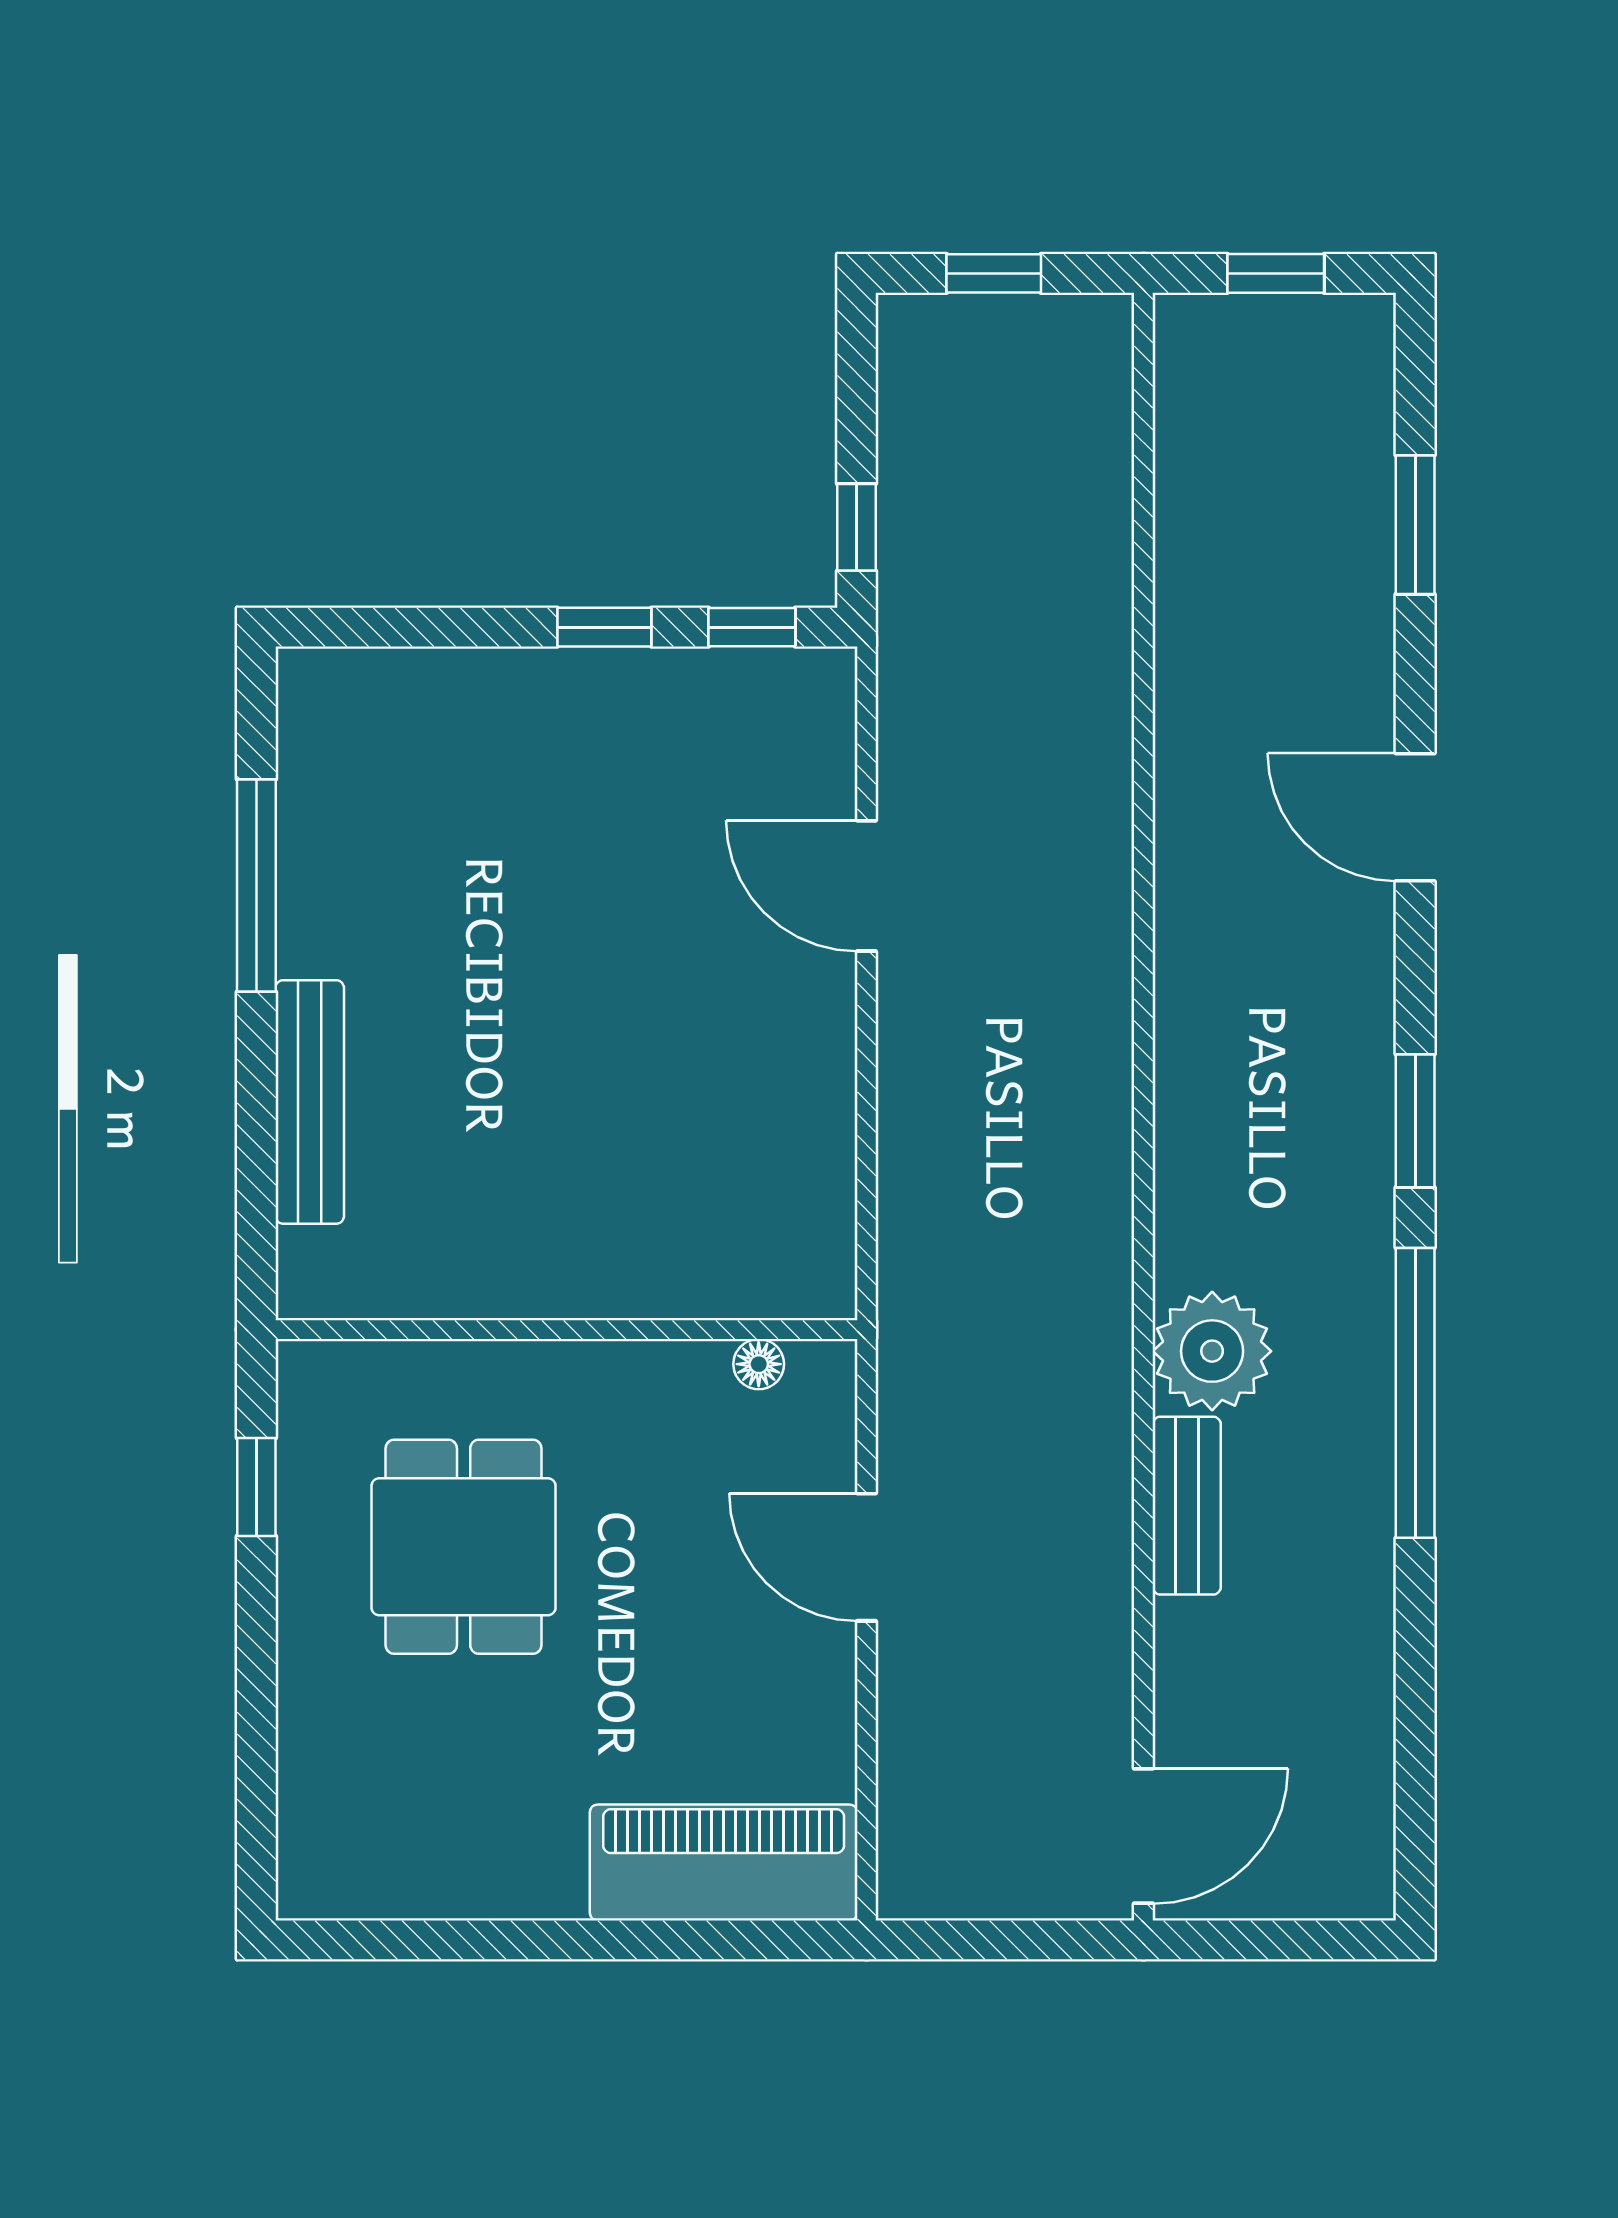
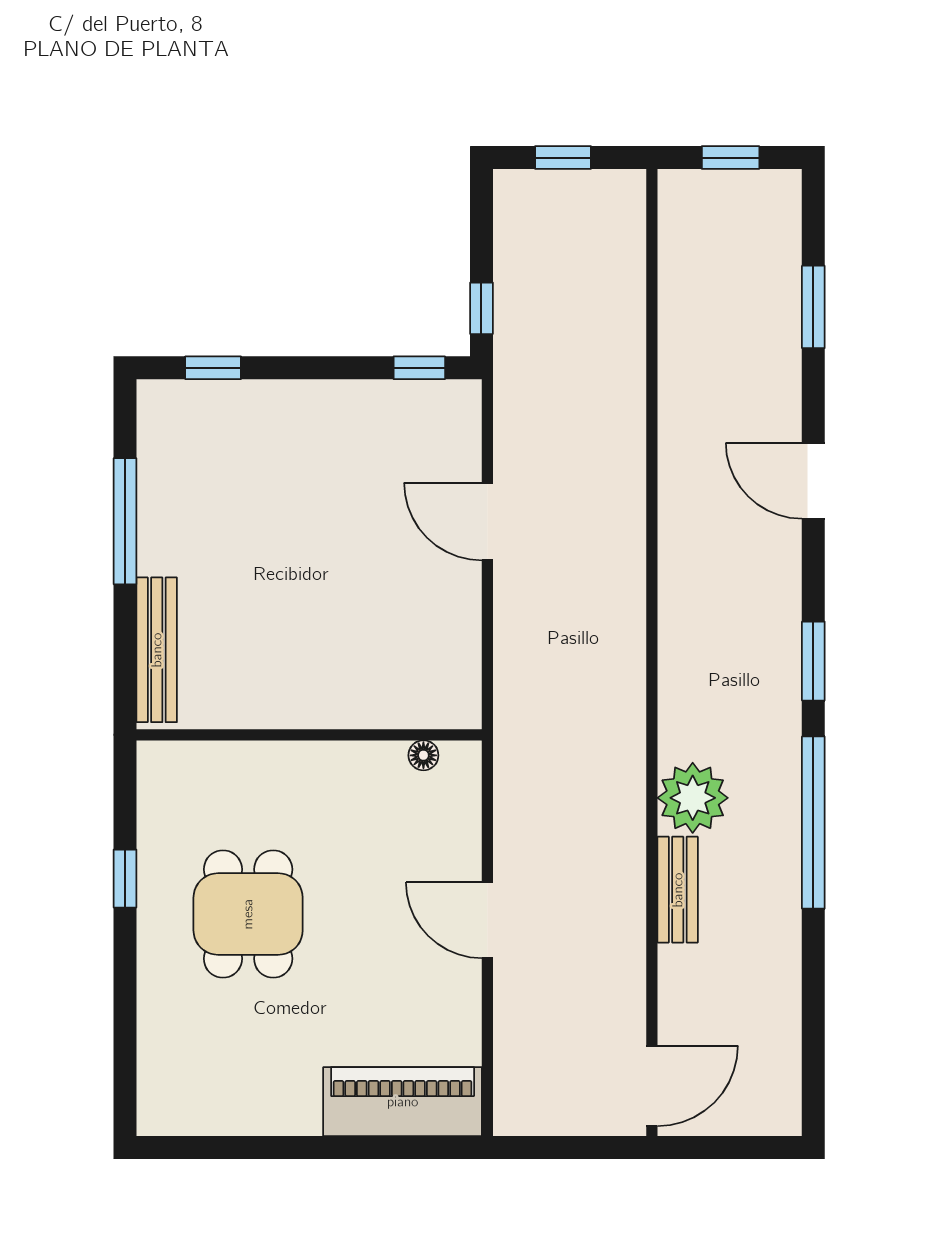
window: (604, 627) -> (213, 368), moved
wall: (566, 1330) -> (309, 735), moved
floor lamp: (759, 1364) -> (423, 755), moved

